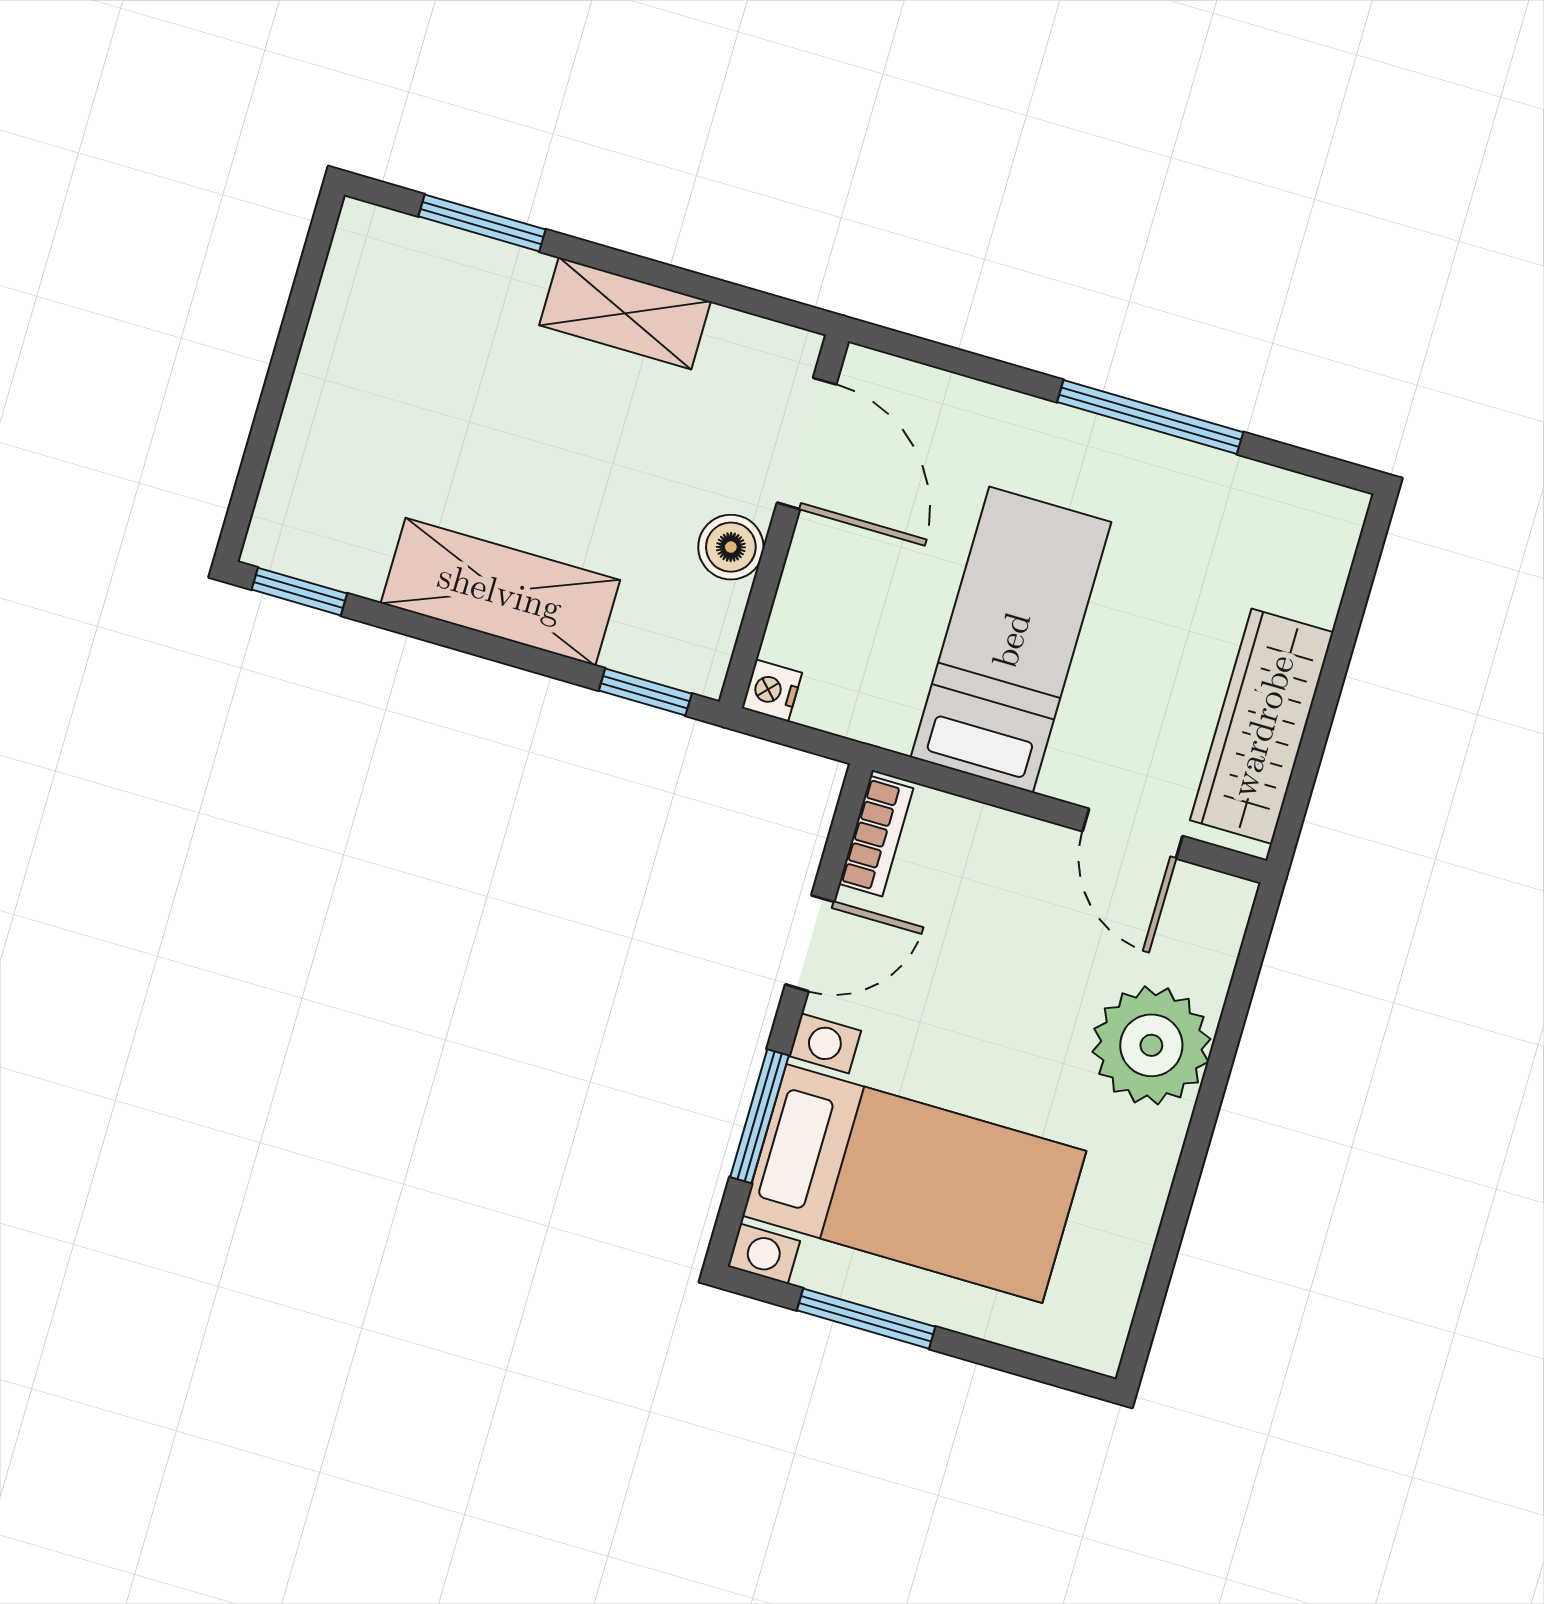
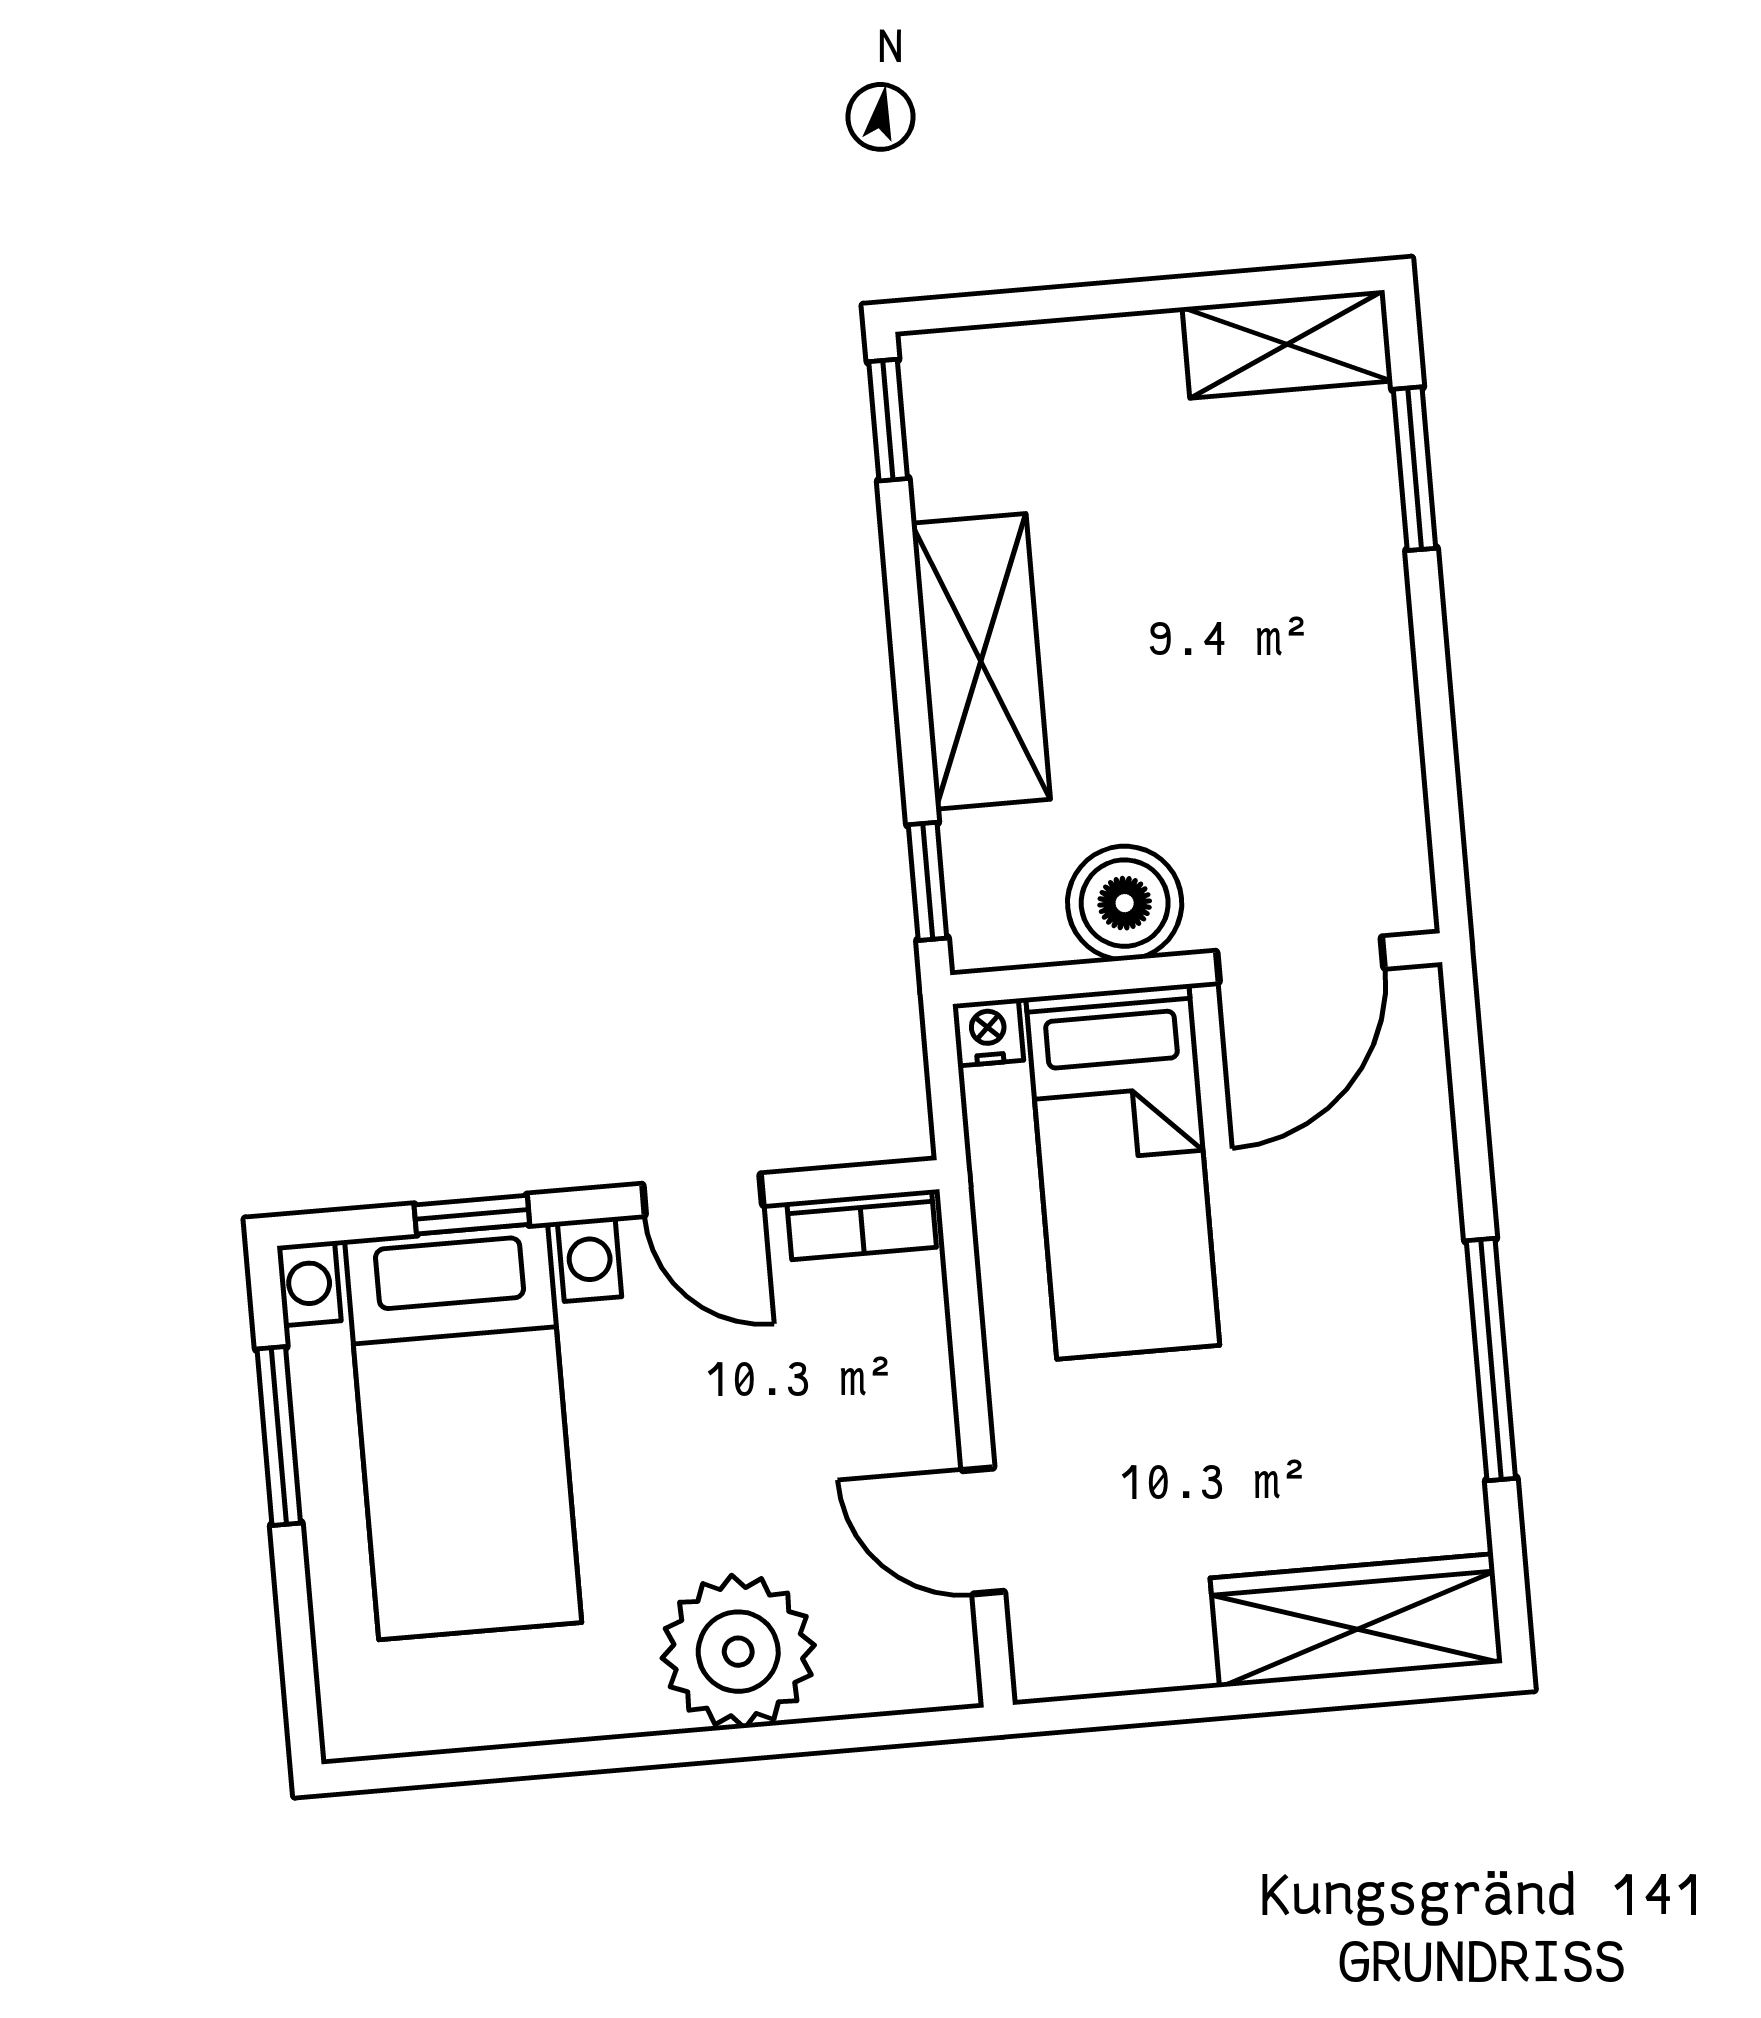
shelving: (625, 313) -> (1287, 344), moved, turned 90
boiler: (731, 547) -> (1125, 903), width x1.36, depth x1.36
bed: (1011, 640) -> (1123, 1172), moved, turned 90
wardrobe: (1262, 726) -> (1356, 1620), moved
door: (1133, 834) -> (983, 1531), hinge flipped
window: (759, 1116) -> (472, 1215), width x0.67

